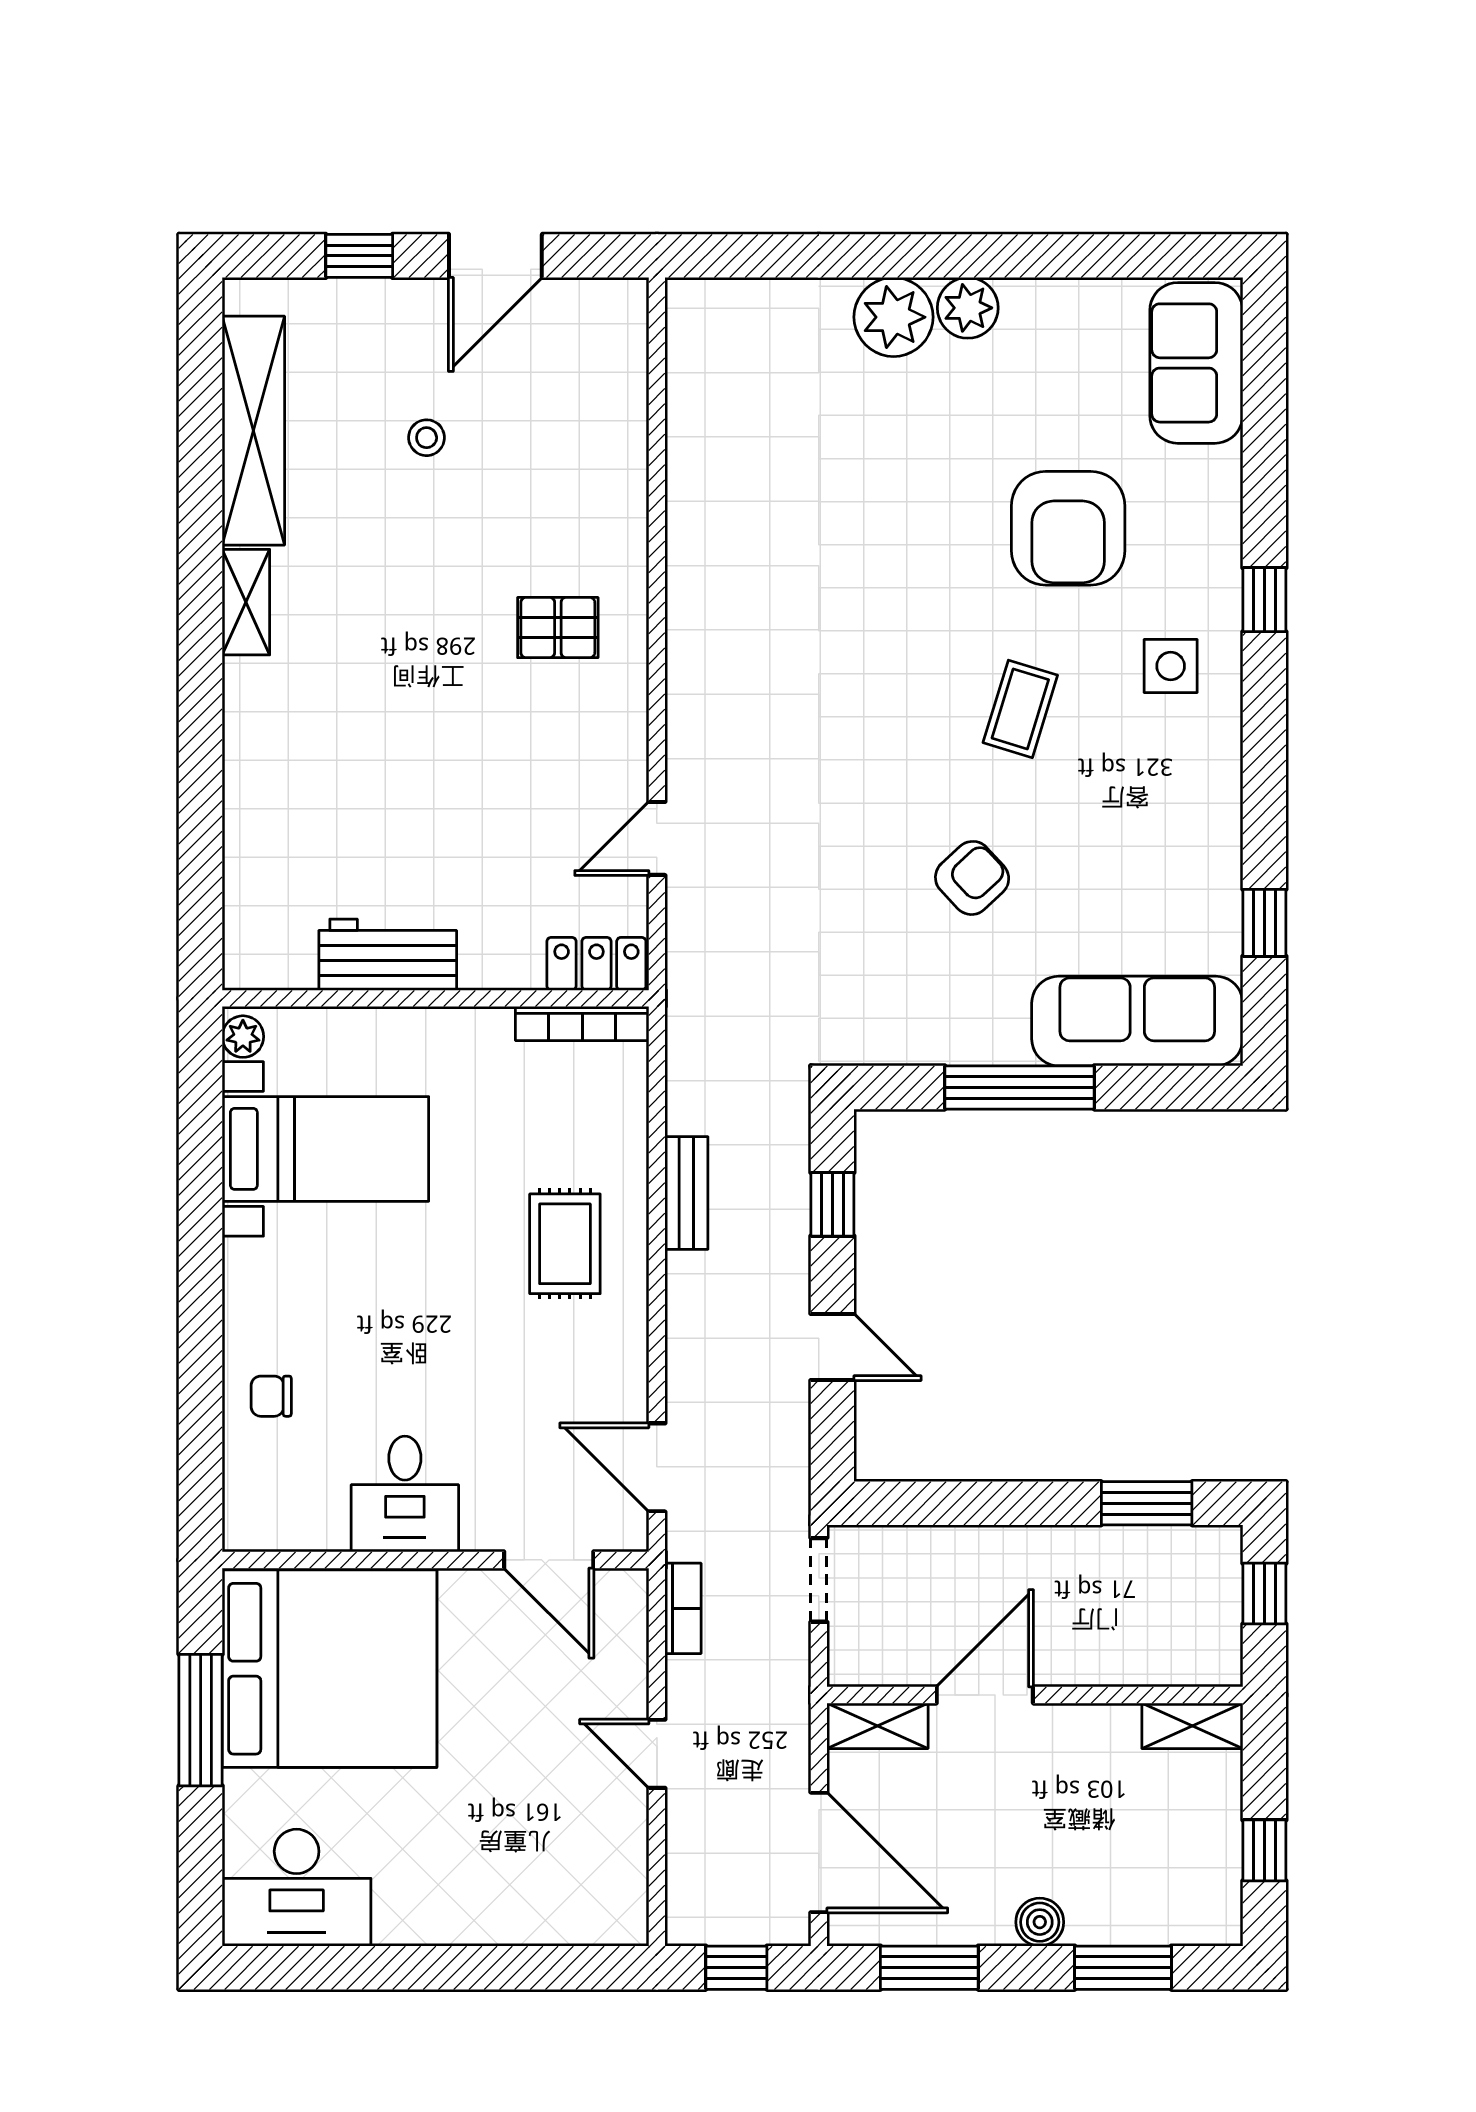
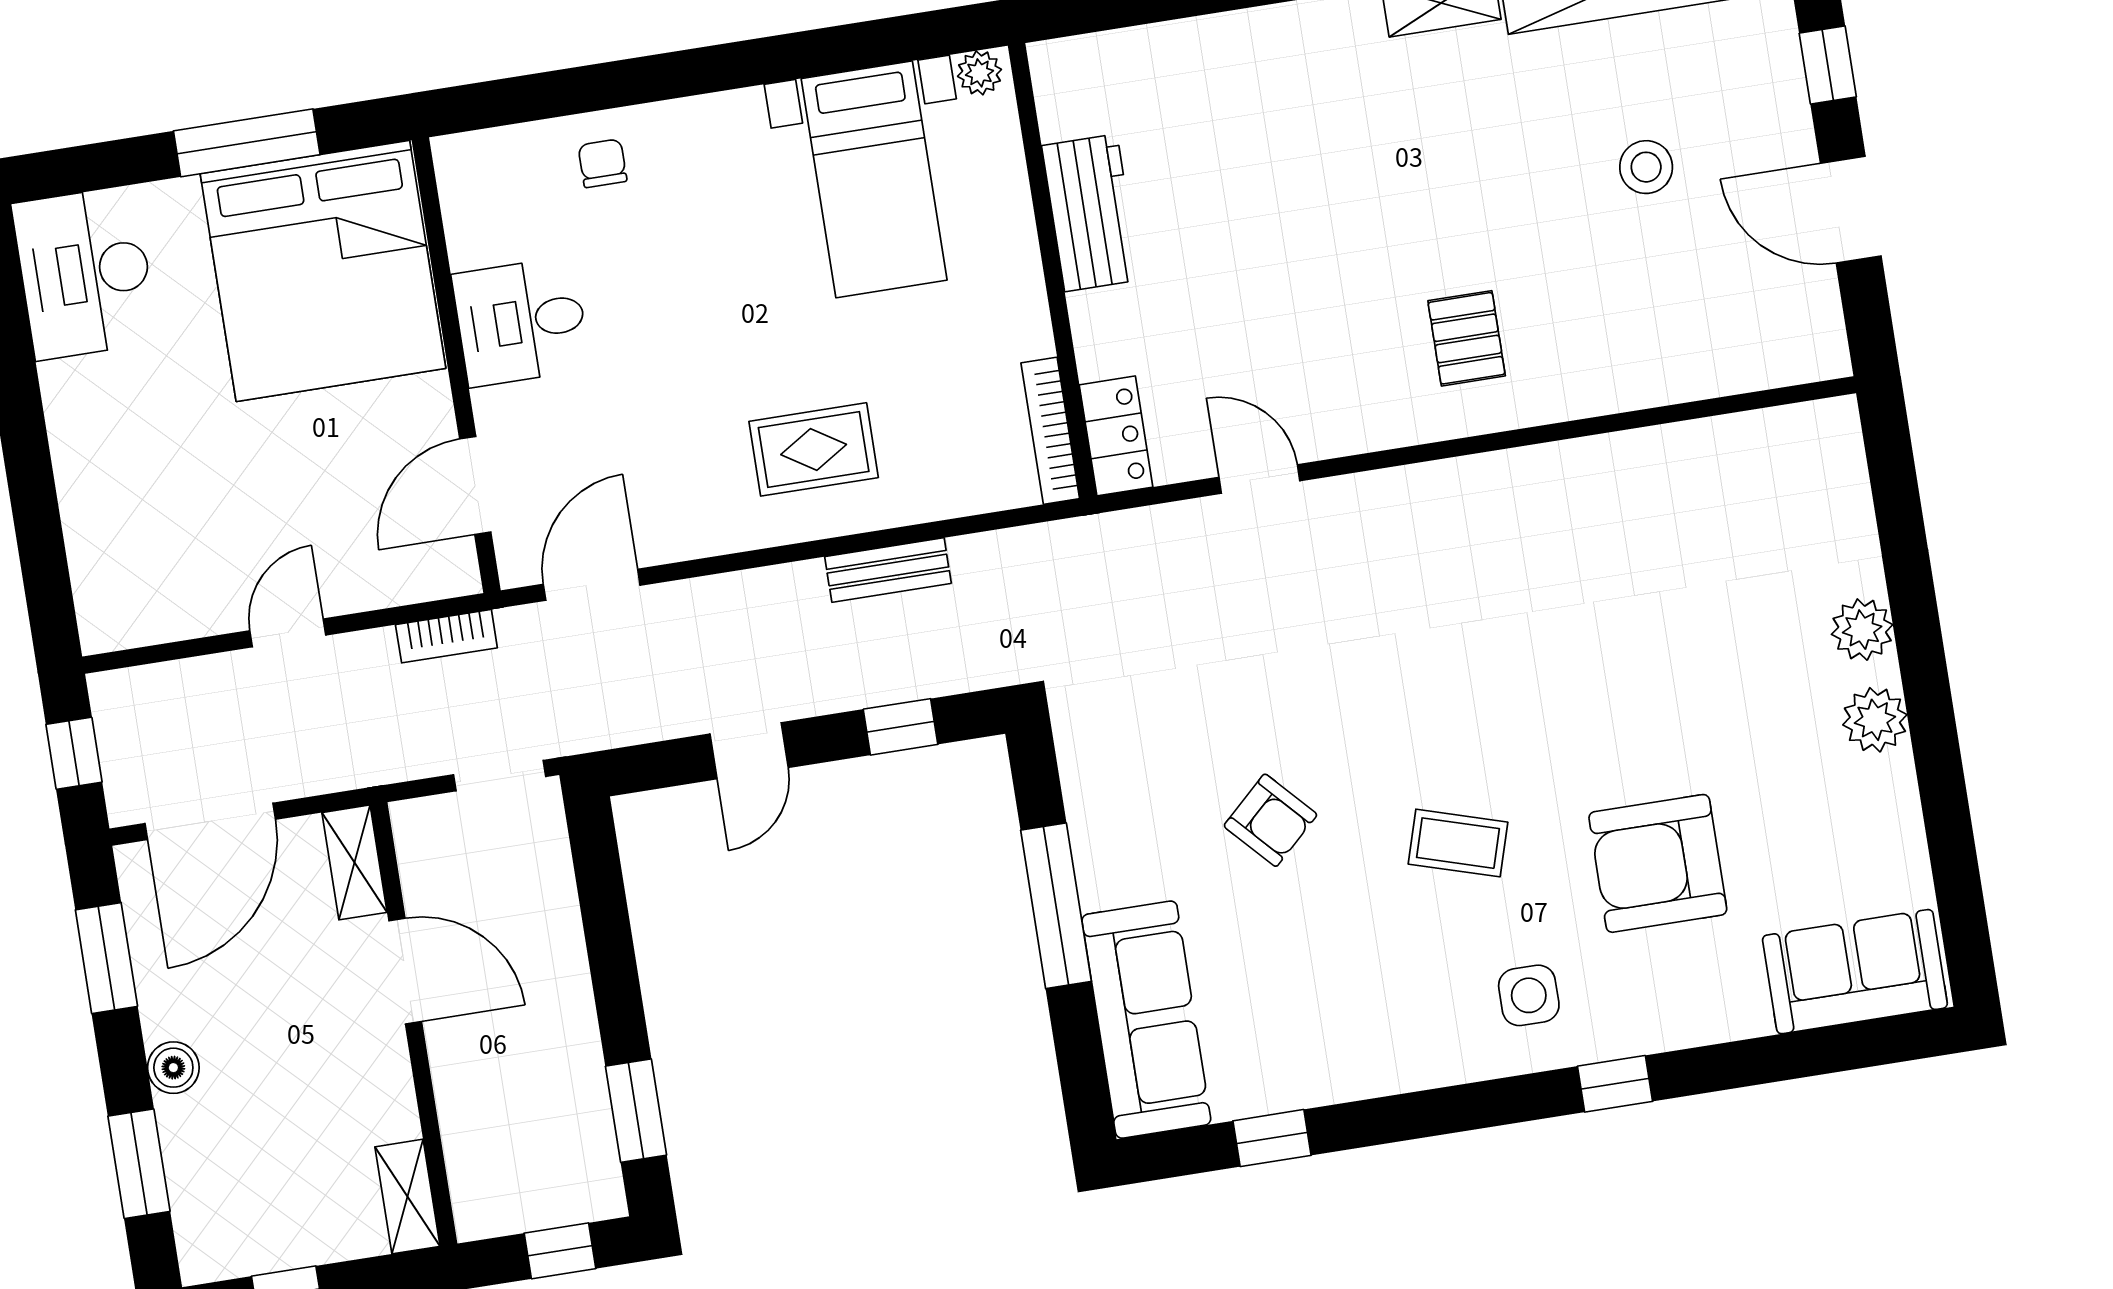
plant: (894, 317) -> (1862, 630), width x0.73, depth x0.73
stool: (427, 438) -> (1646, 167), width x1.37, depth x1.37

